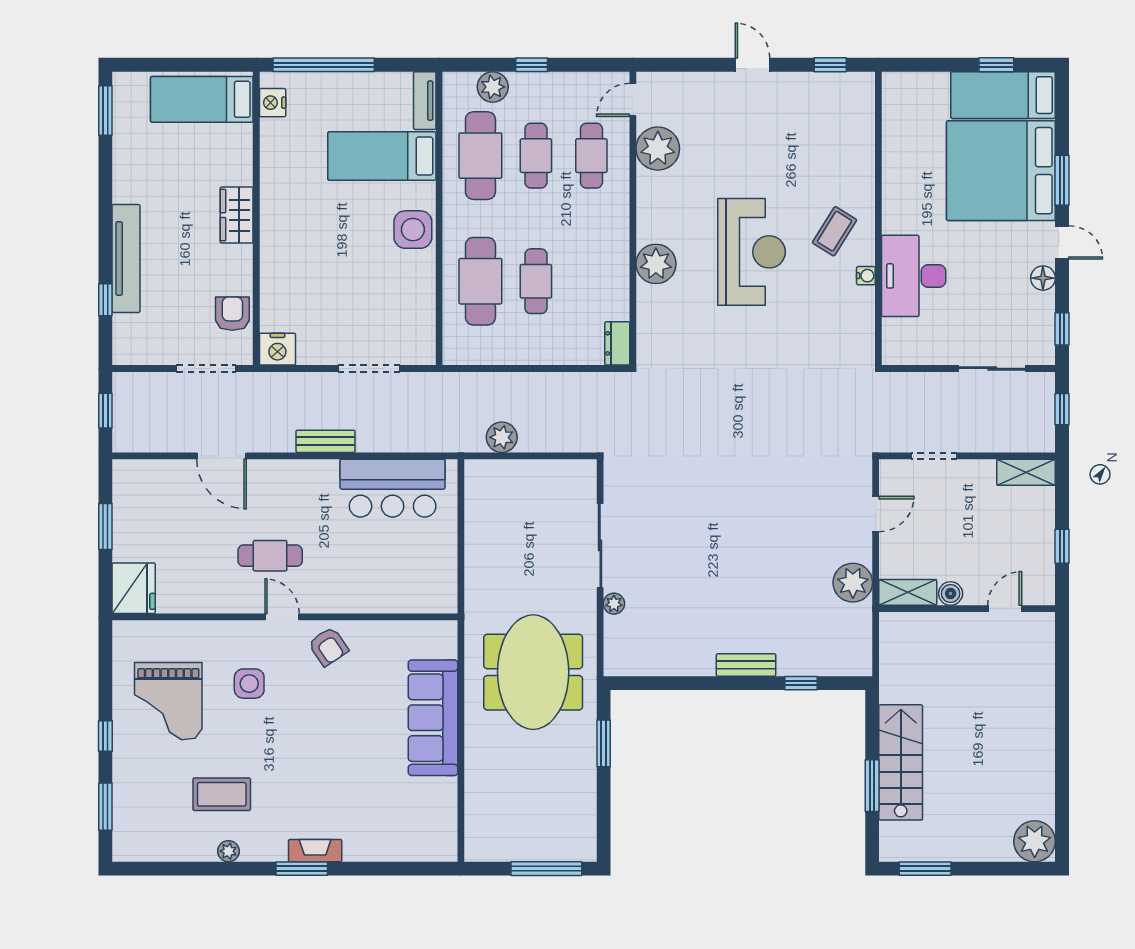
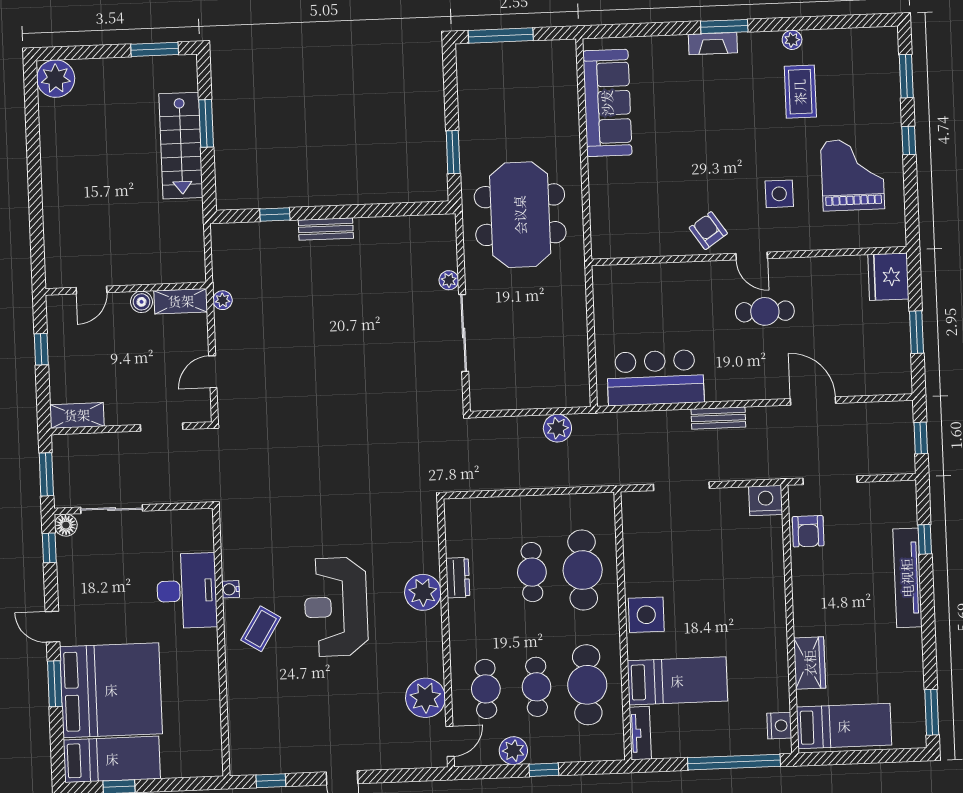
plant: (493, 87) -> (513, 751), moved
wardrobe: (237, 215) -> (810, 663), moved
floor lamp: (1043, 278) -> (66, 525), moved
dresser: (617, 343) -> (458, 578), moved
window: (1062, 409) -> (46, 474), width x1.50
plant: (853, 583) -> (223, 300), width x0.53, depth x0.53
sofa: (433, 718) -> (607, 103), moved
coffee table: (222, 794) -> (800, 92), turned 90

